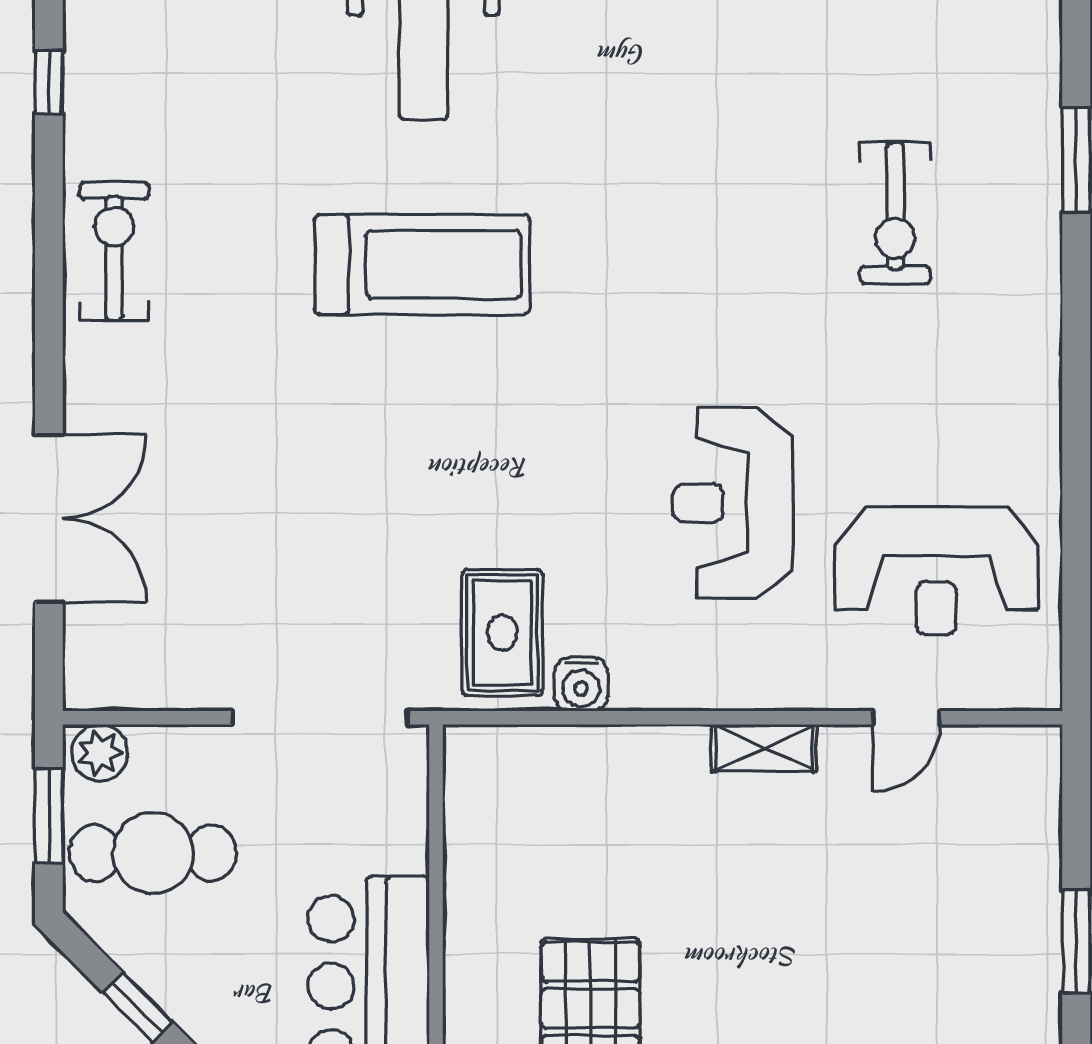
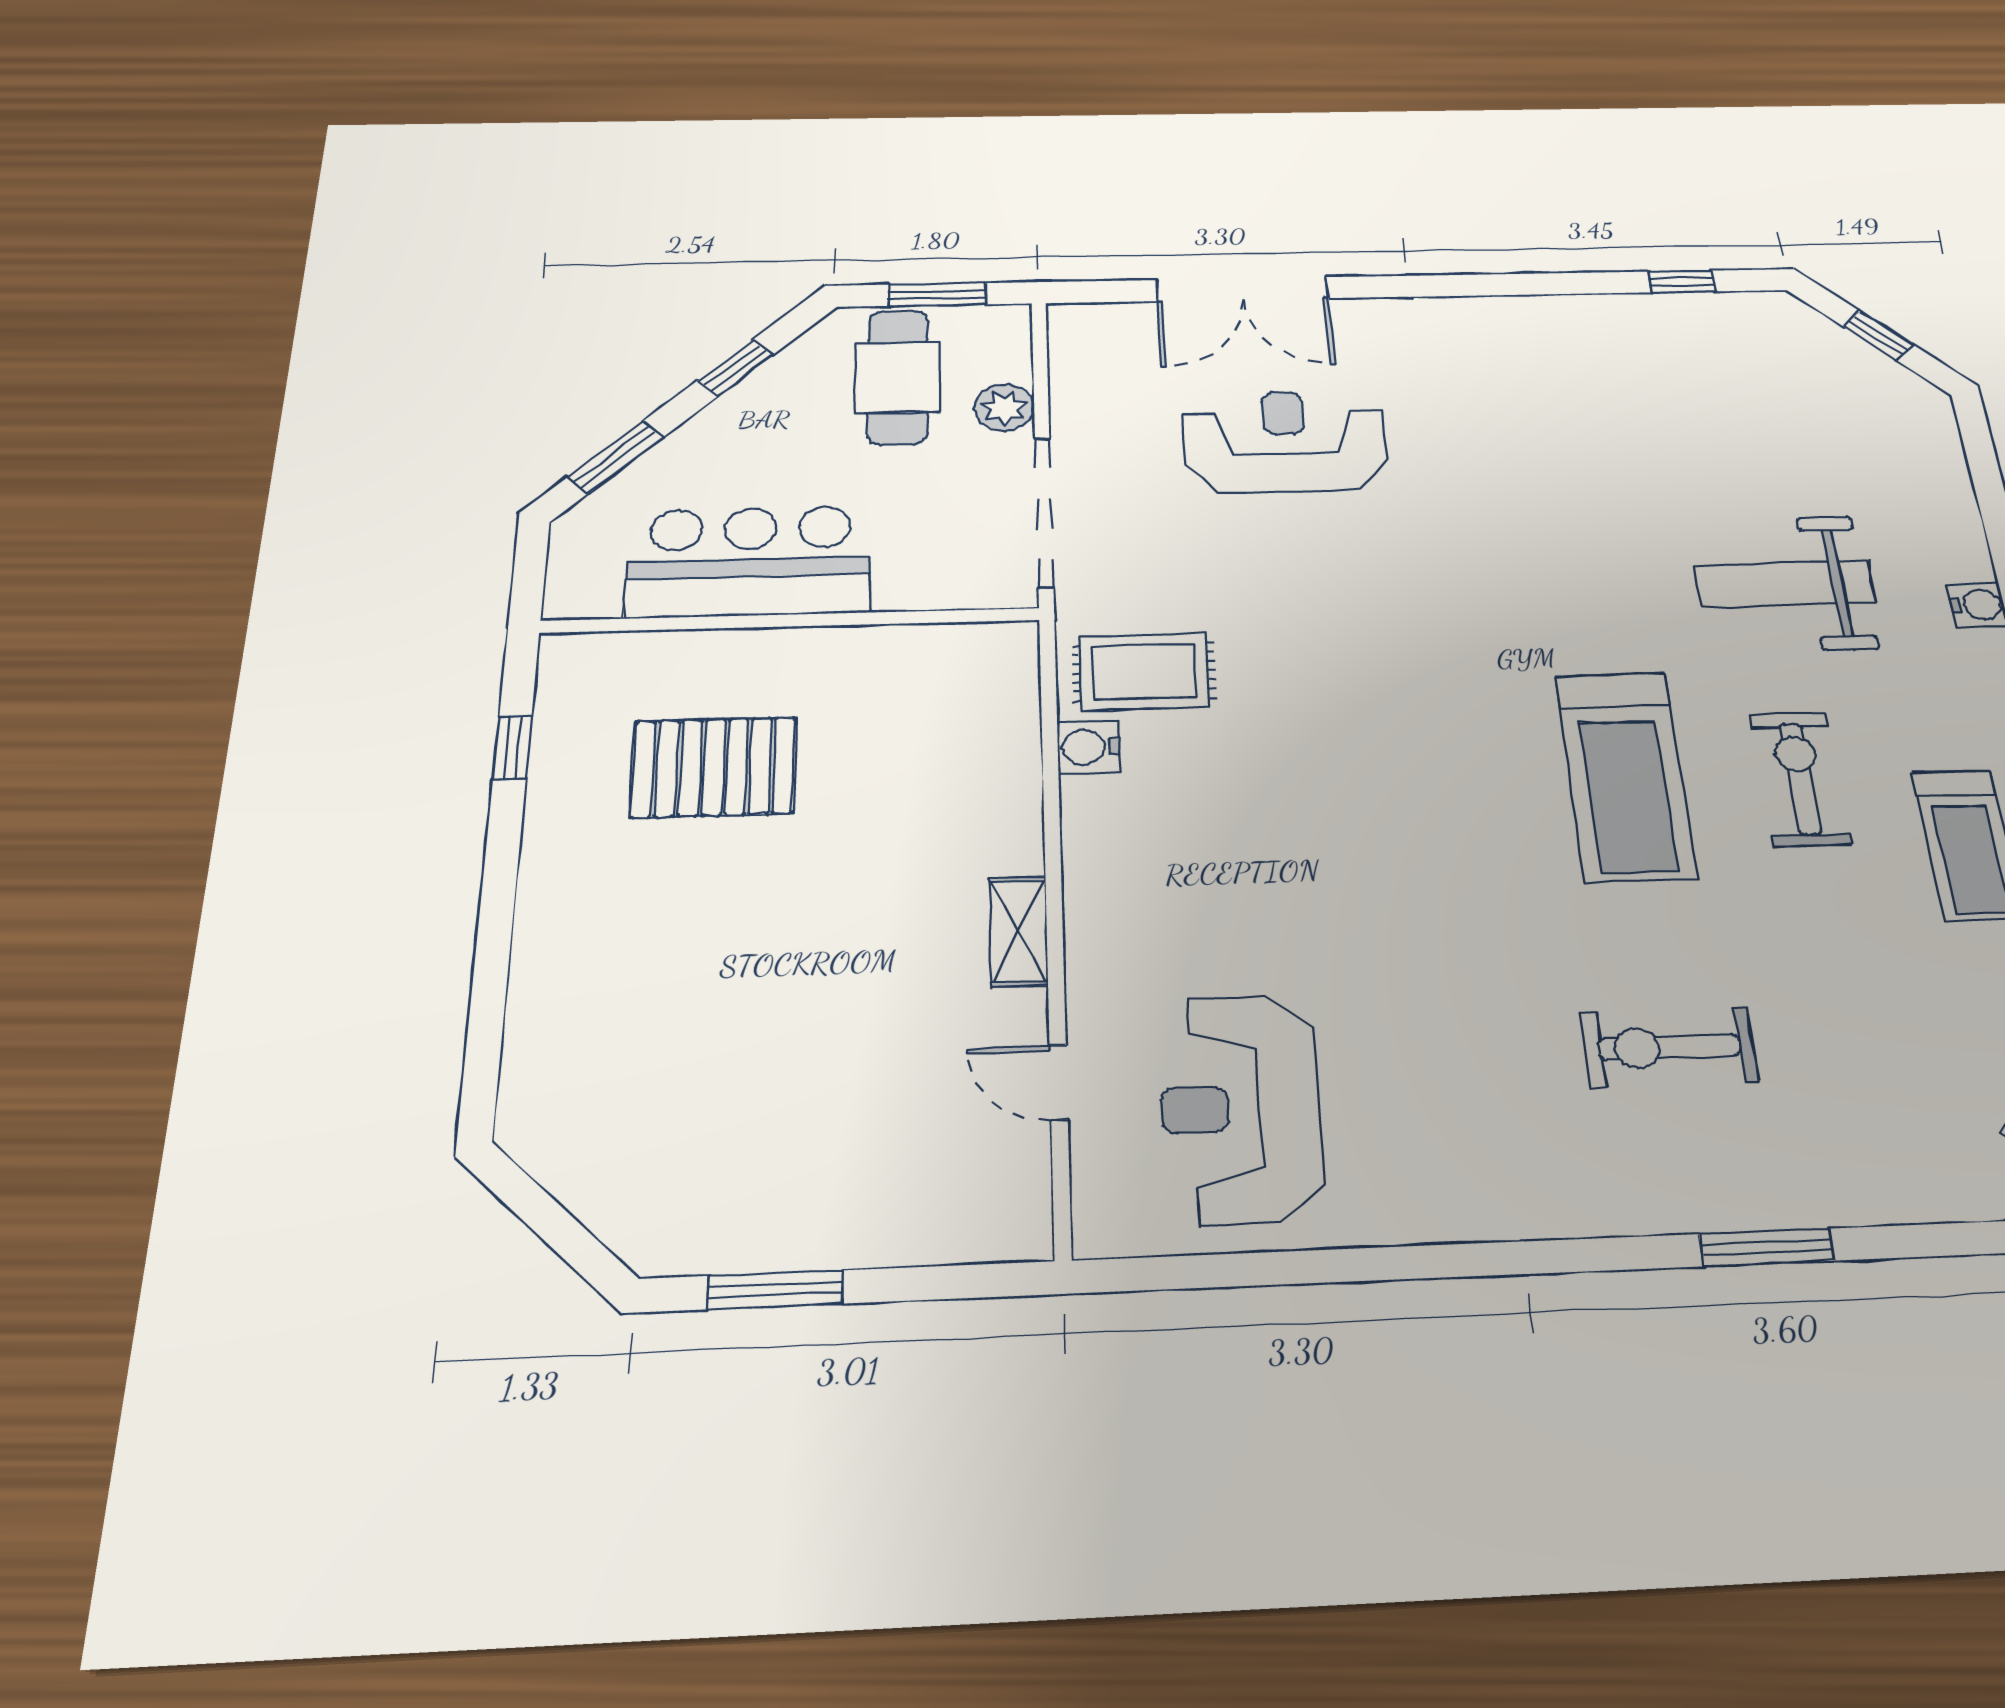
exercise bike: (114, 251) -> (1800, 779), moved, turned -90
treadmill: (422, 264) -> (1625, 775), moved
reception desk: (733, 503) -> (1285, 442), moved
plant: (100, 753) -> (1004, 408), moved

